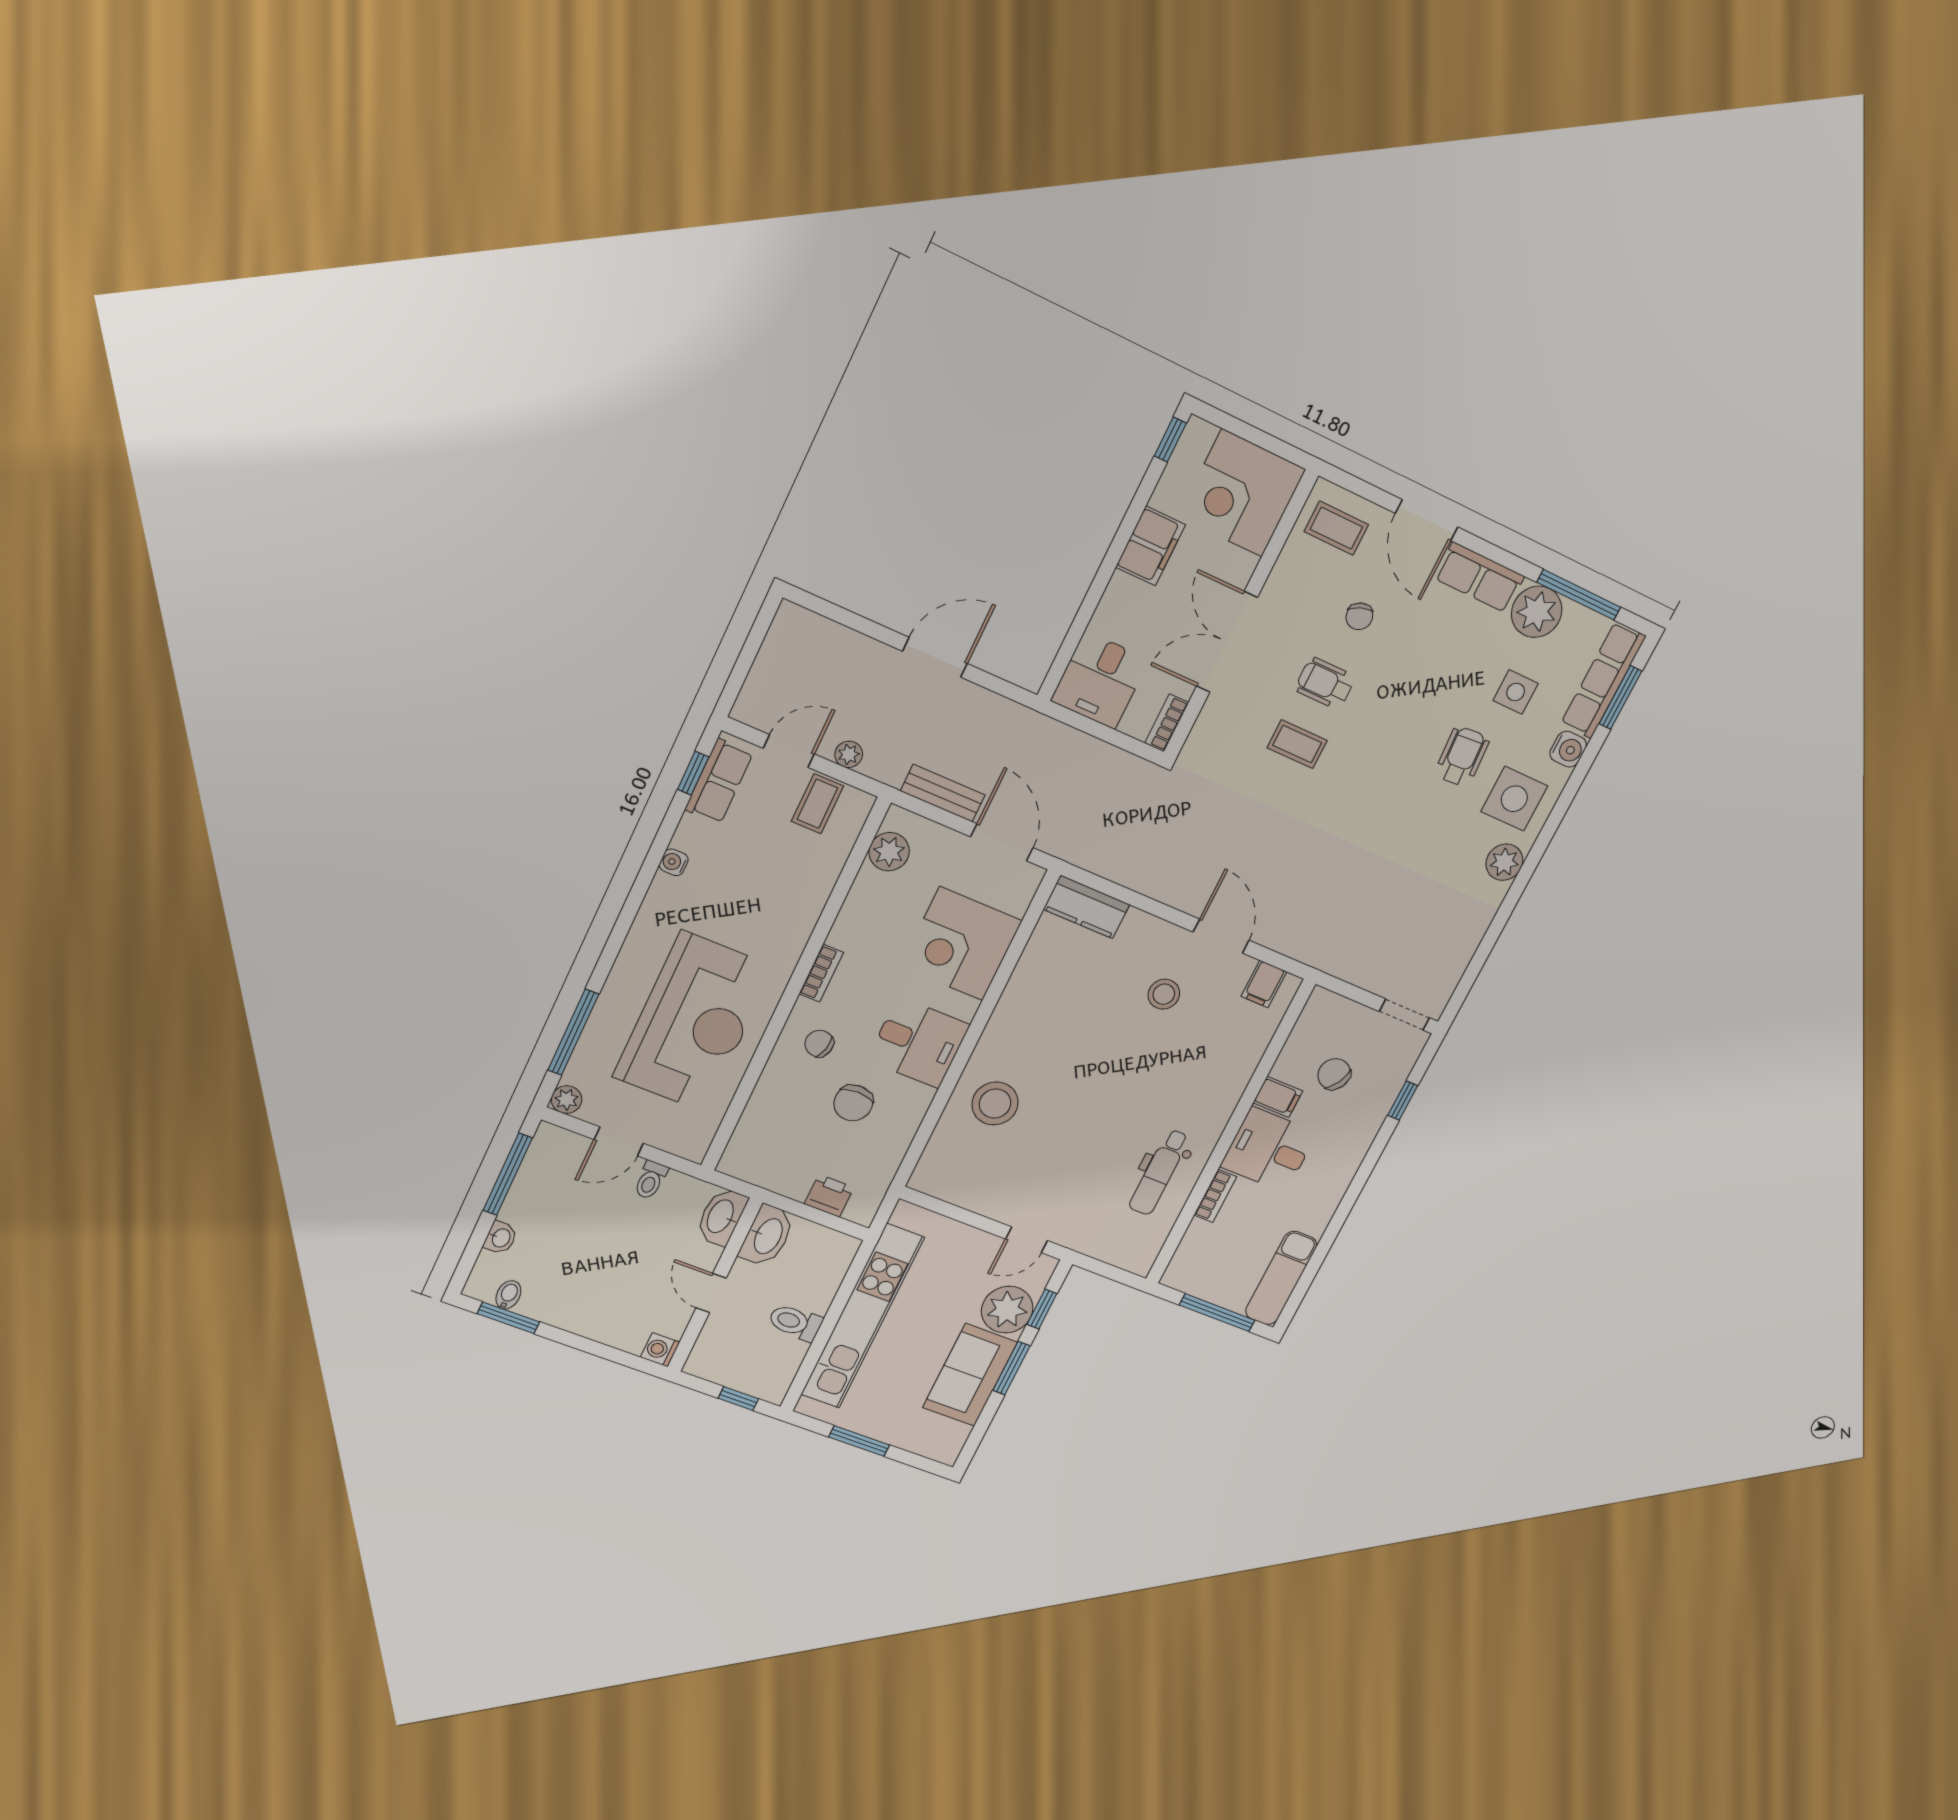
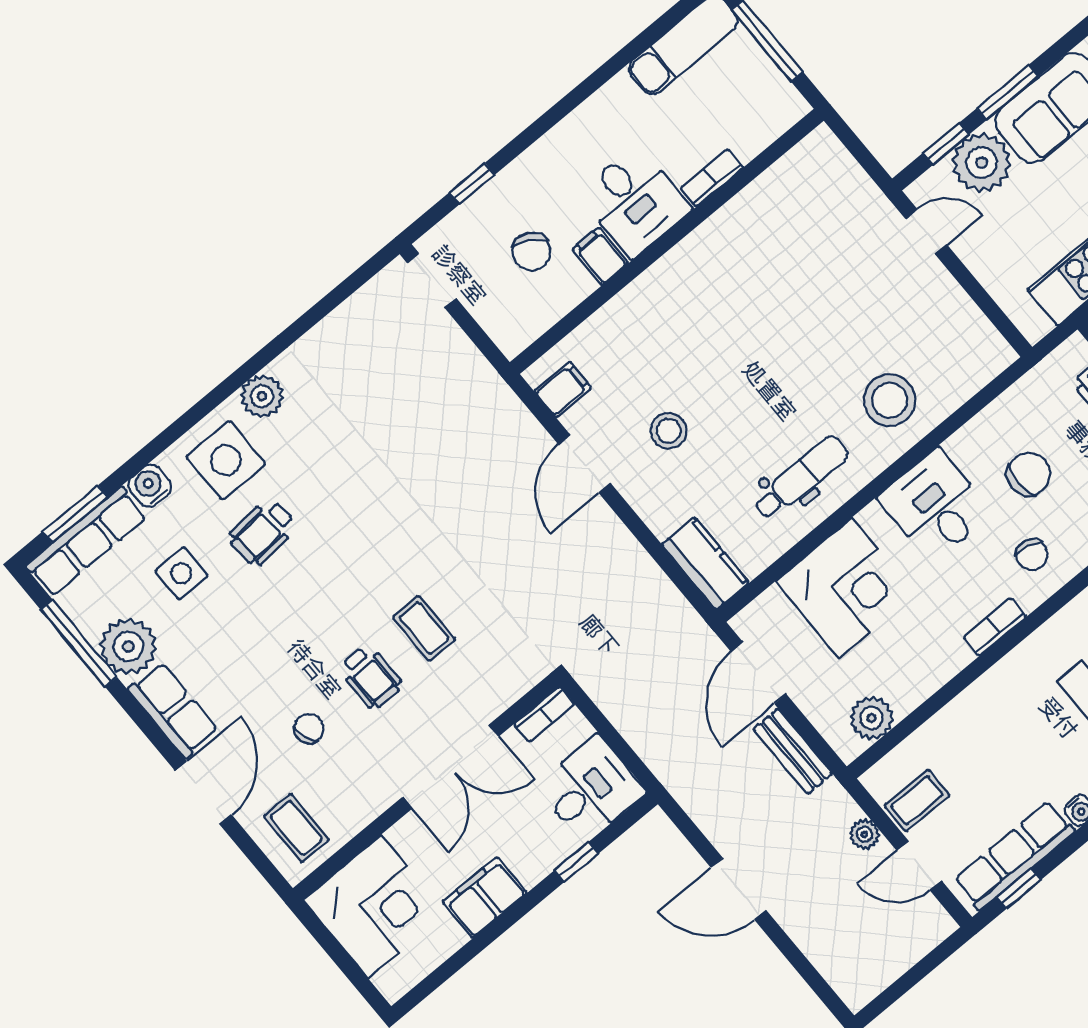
window: (1170, 440) -> (576, 862), moved
row of seats: (719, 781) -> (1014, 856), width x1.48
dental chair: (1159, 1172) -> (801, 478), moved

